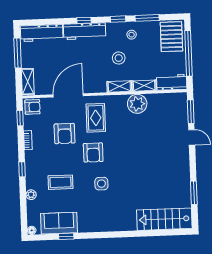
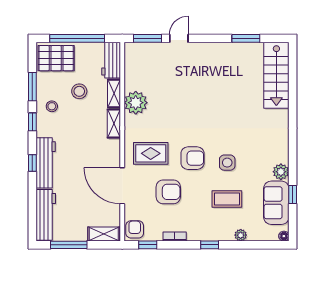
stool: (119, 58) -> (79, 91), moved
coffee table: (61, 182) -> (227, 199), turned 90
side table: (101, 184) -> (227, 163), moved
plant: (85, 226) -> (281, 172), added

